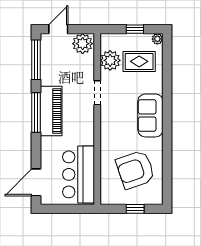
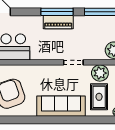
piano: (51, 111) -> (58, 22), width x0.73, depth x0.75
sofa: (150, 115) -> (61, 106), width x1.36

